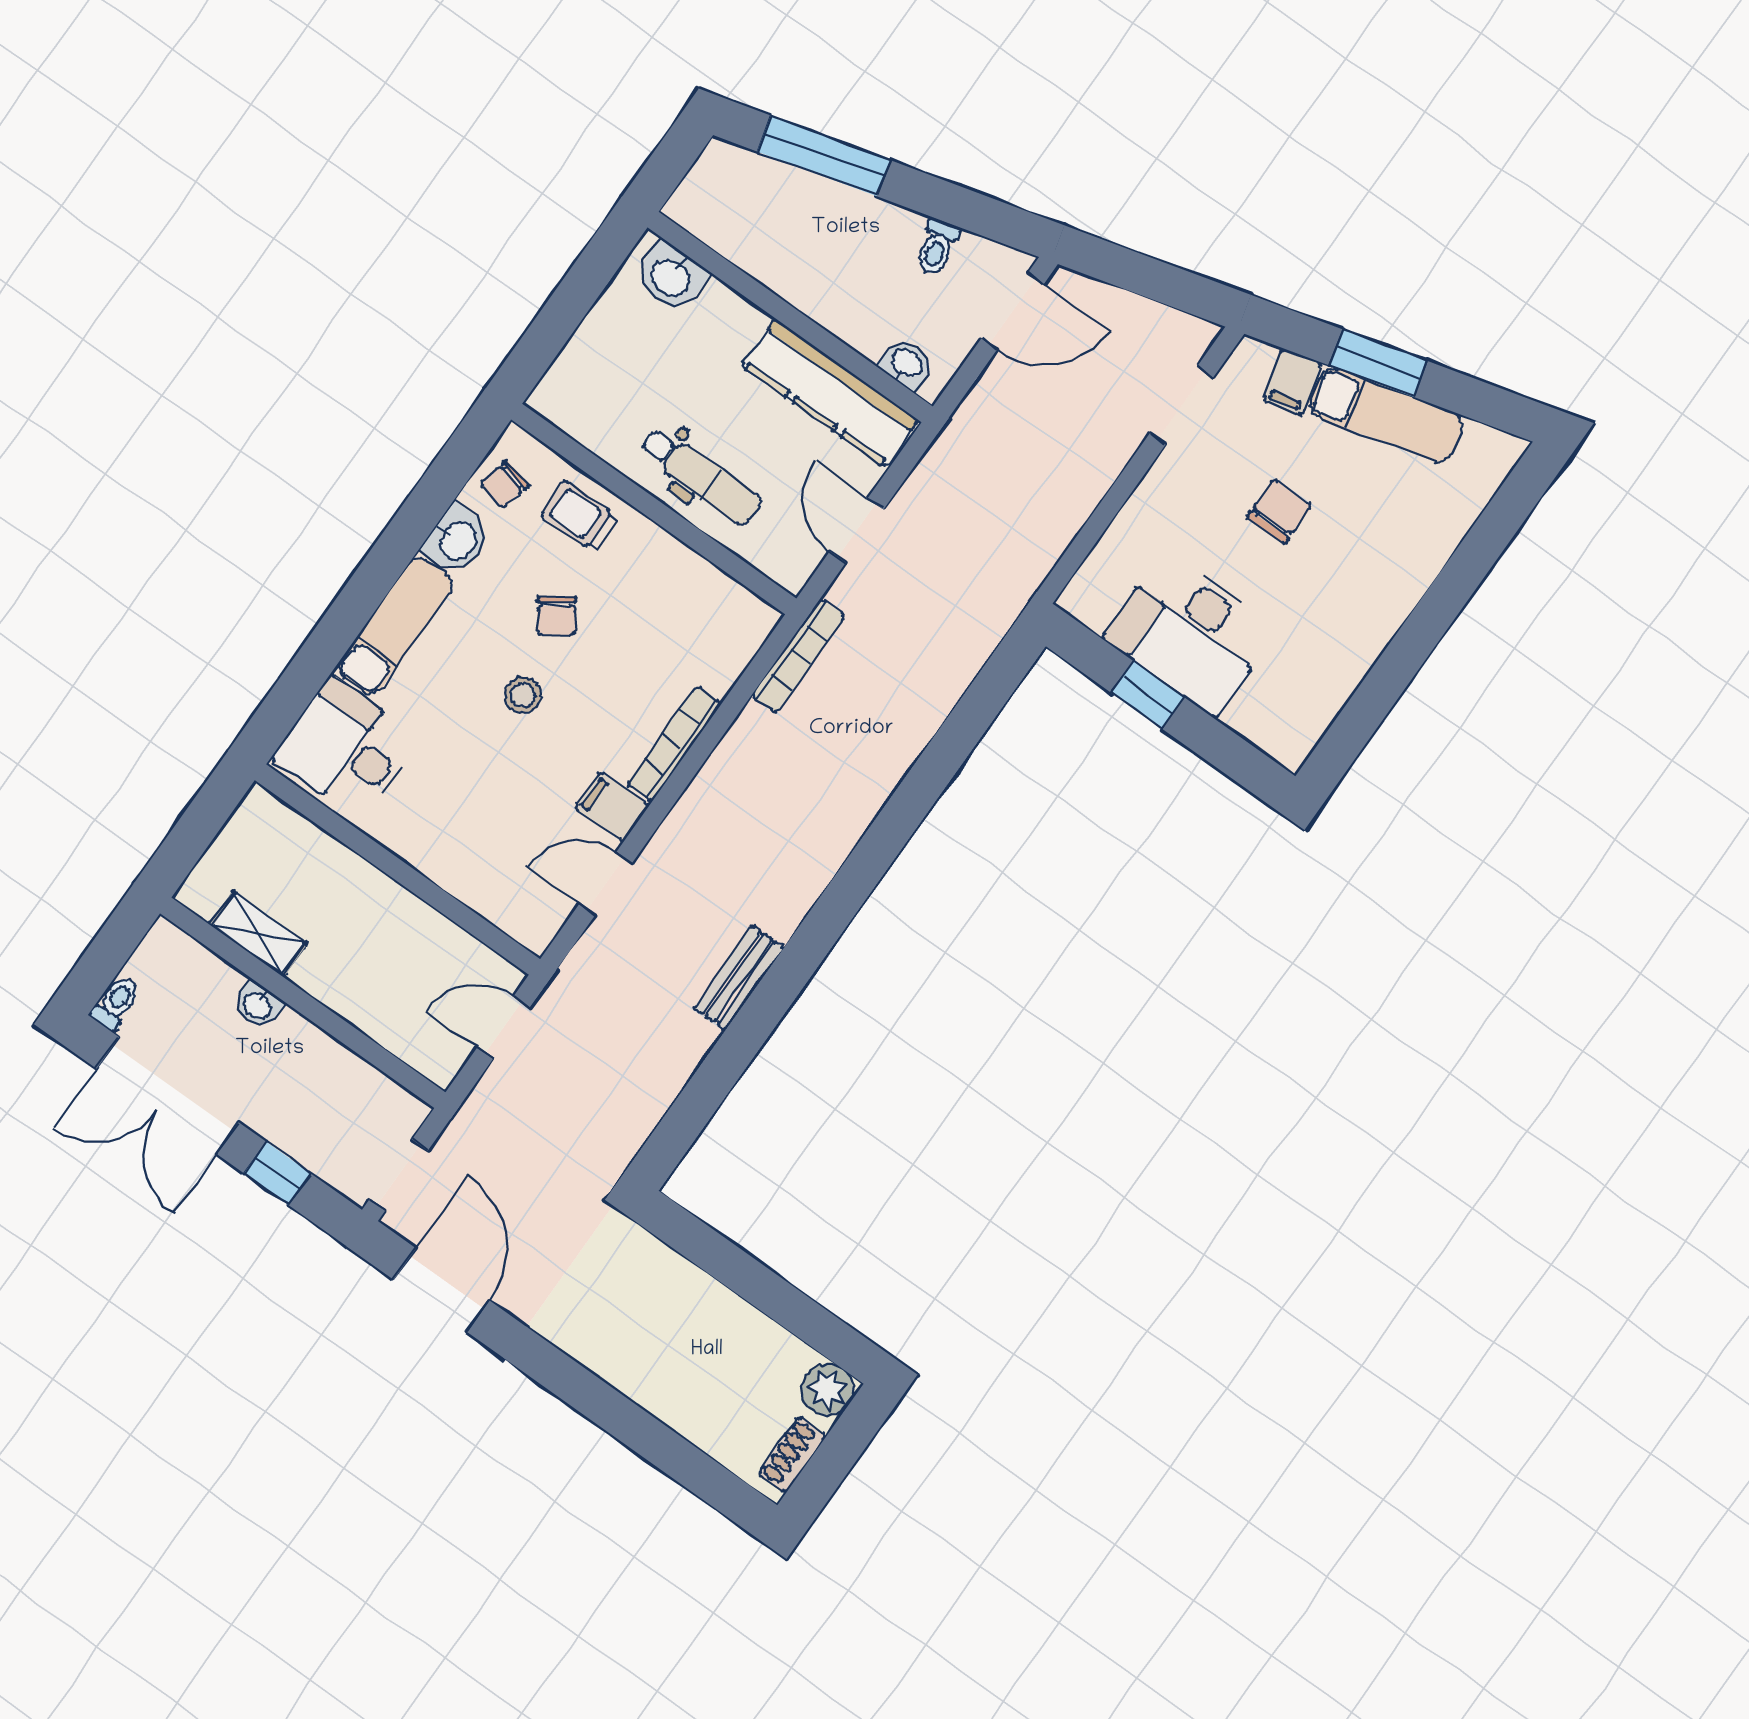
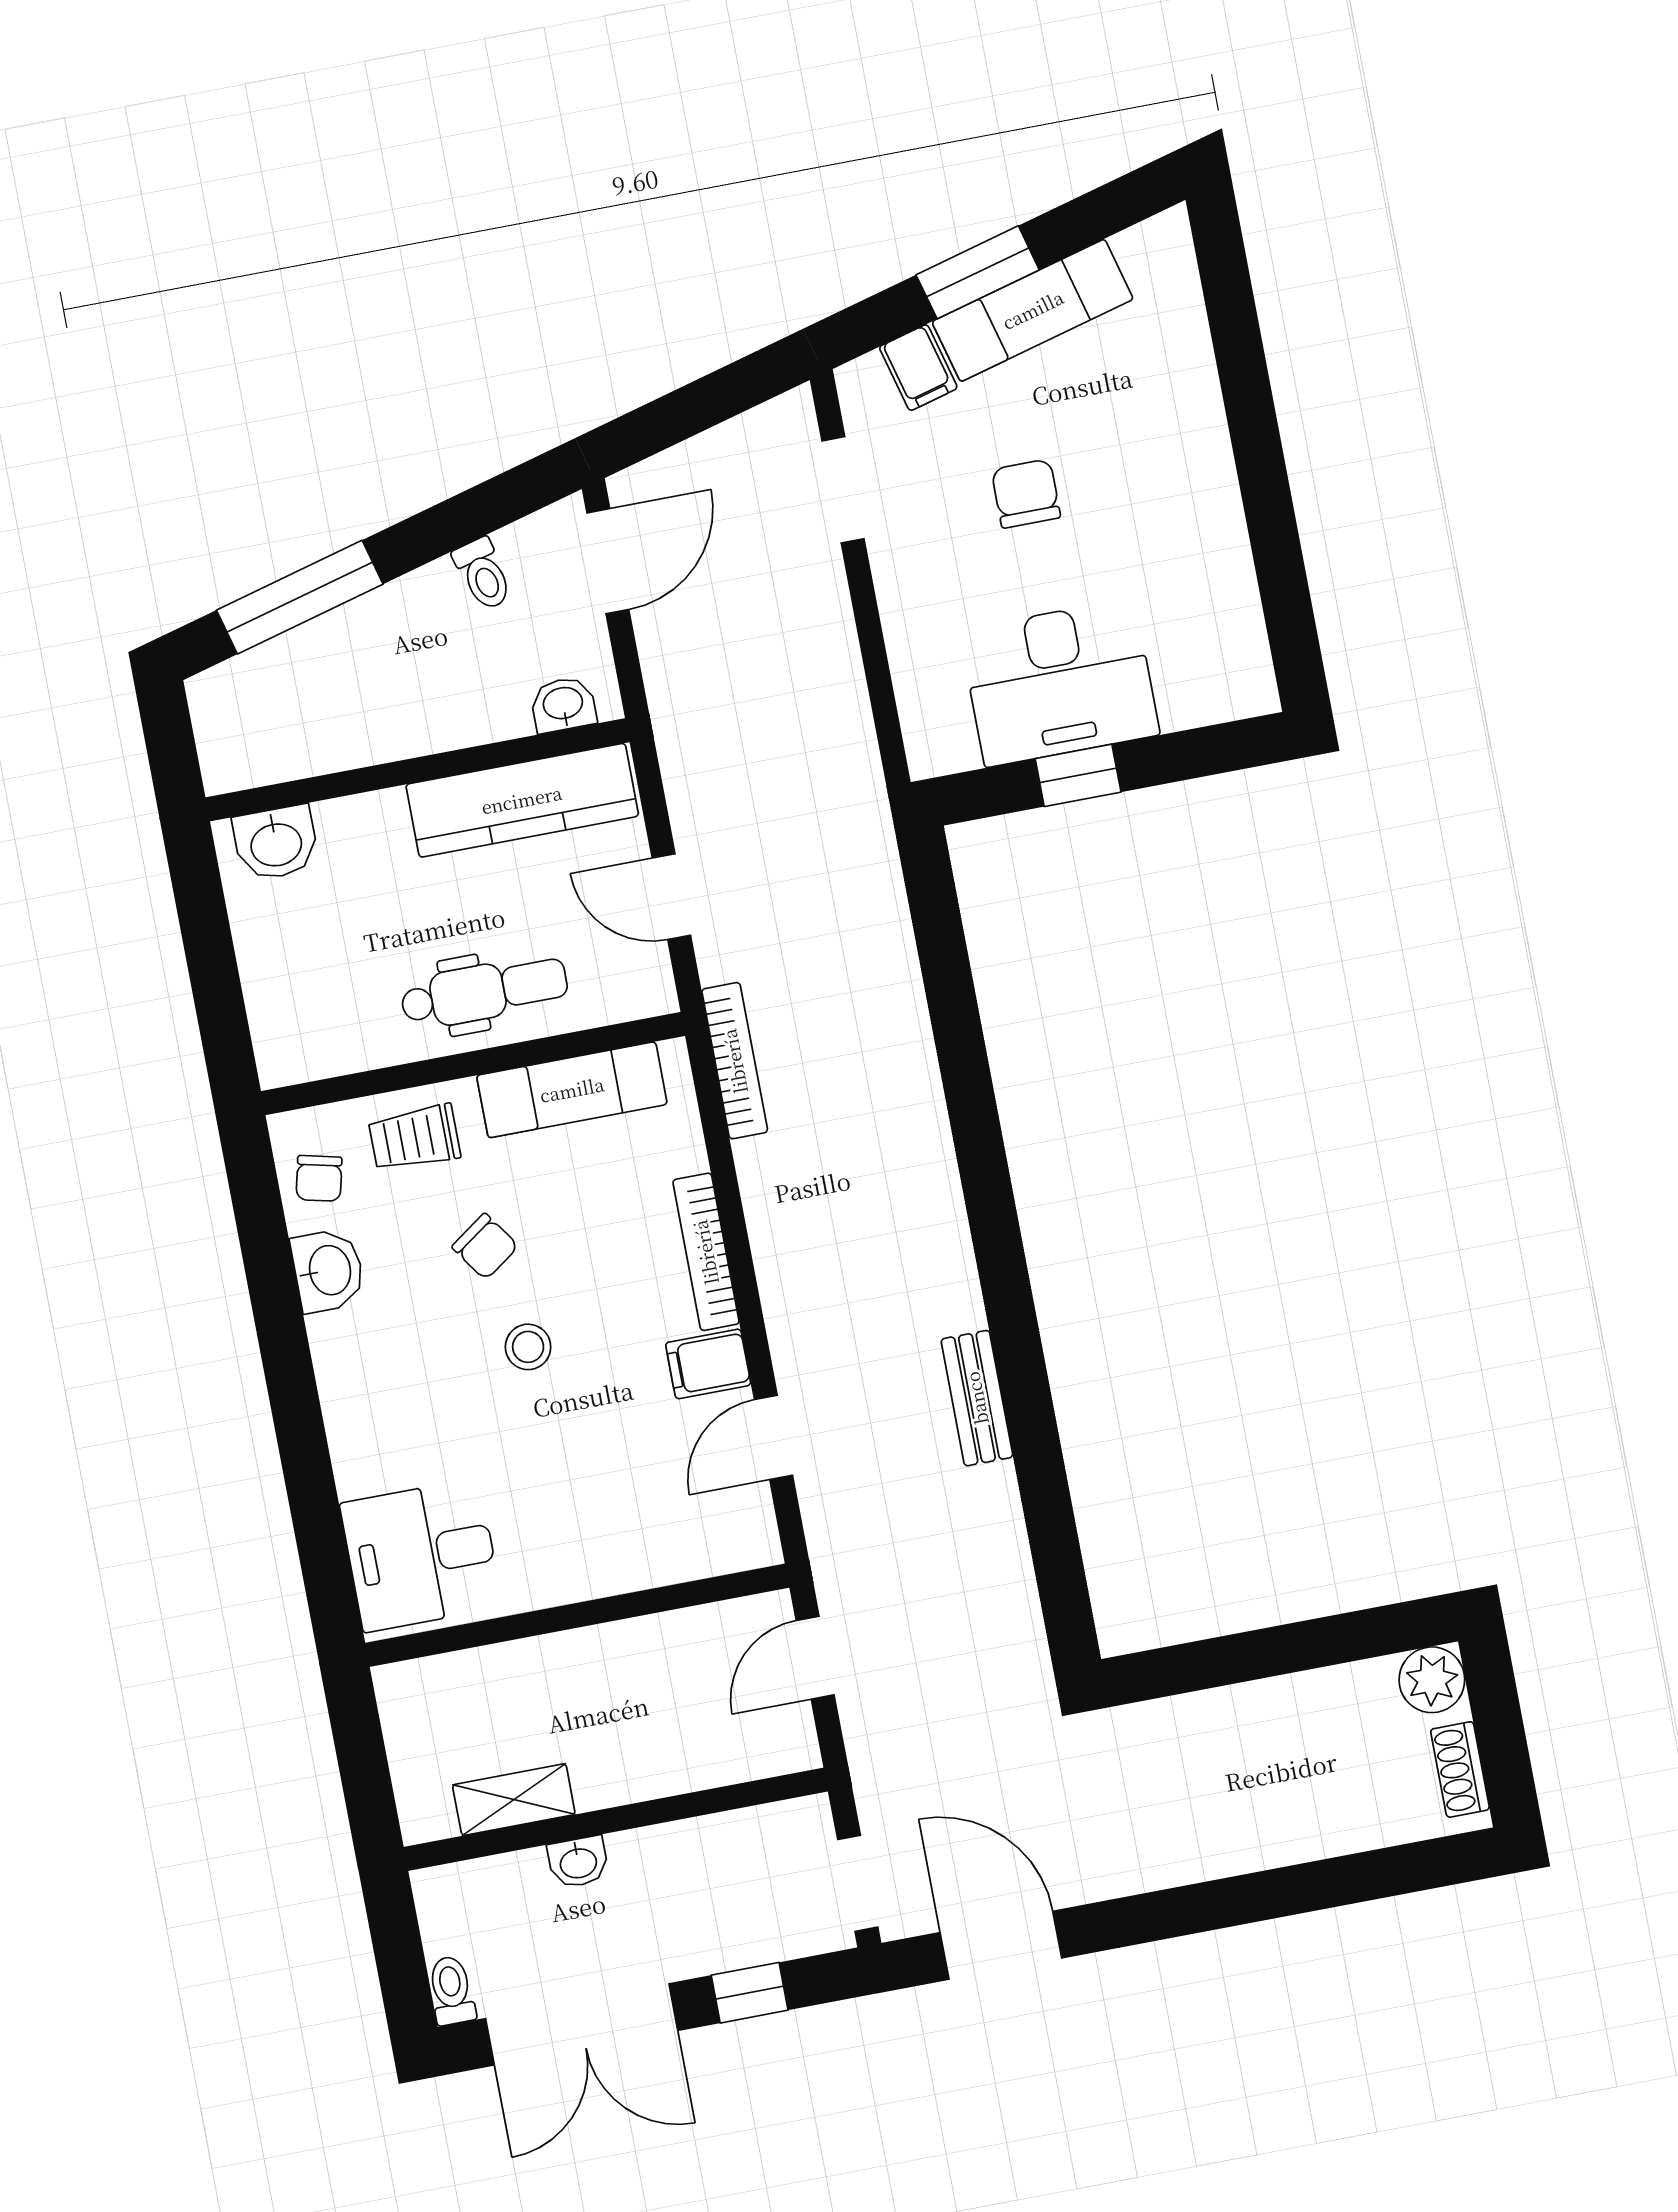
exam couch: (395, 626) -> (572, 1090), moved, turned 90

